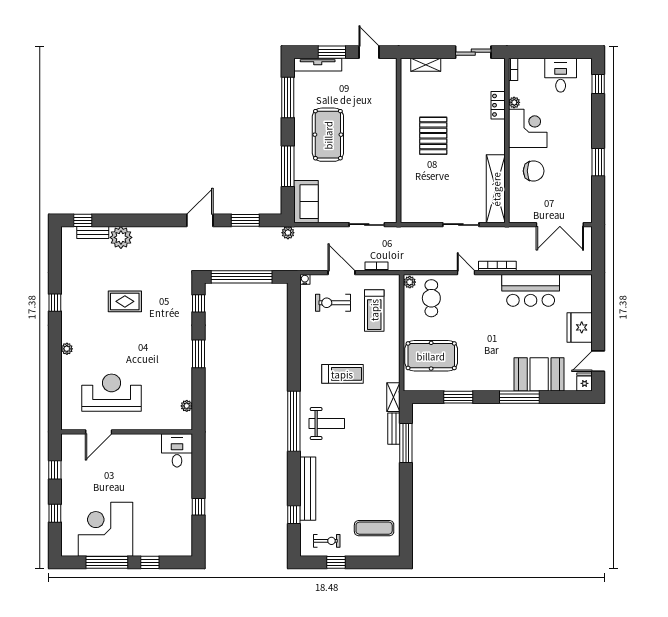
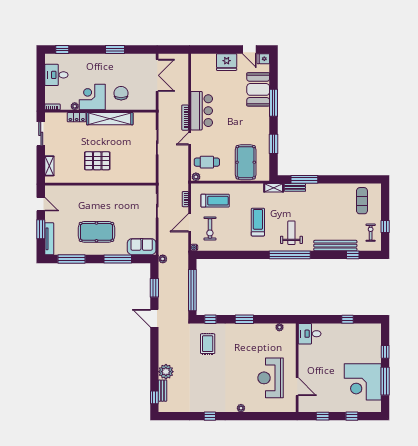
door: (369, 52) -> (41, 204), swing flipped
shelving: (496, 189) -> (110, 119), moved
bar counter: (531, 290) -> (202, 111), moved
rug: (125, 301) -> (208, 344), moved

